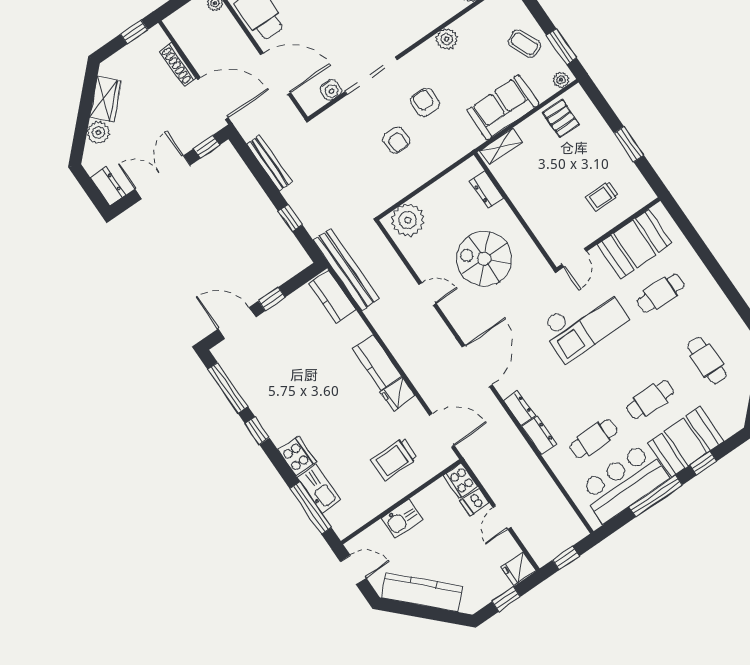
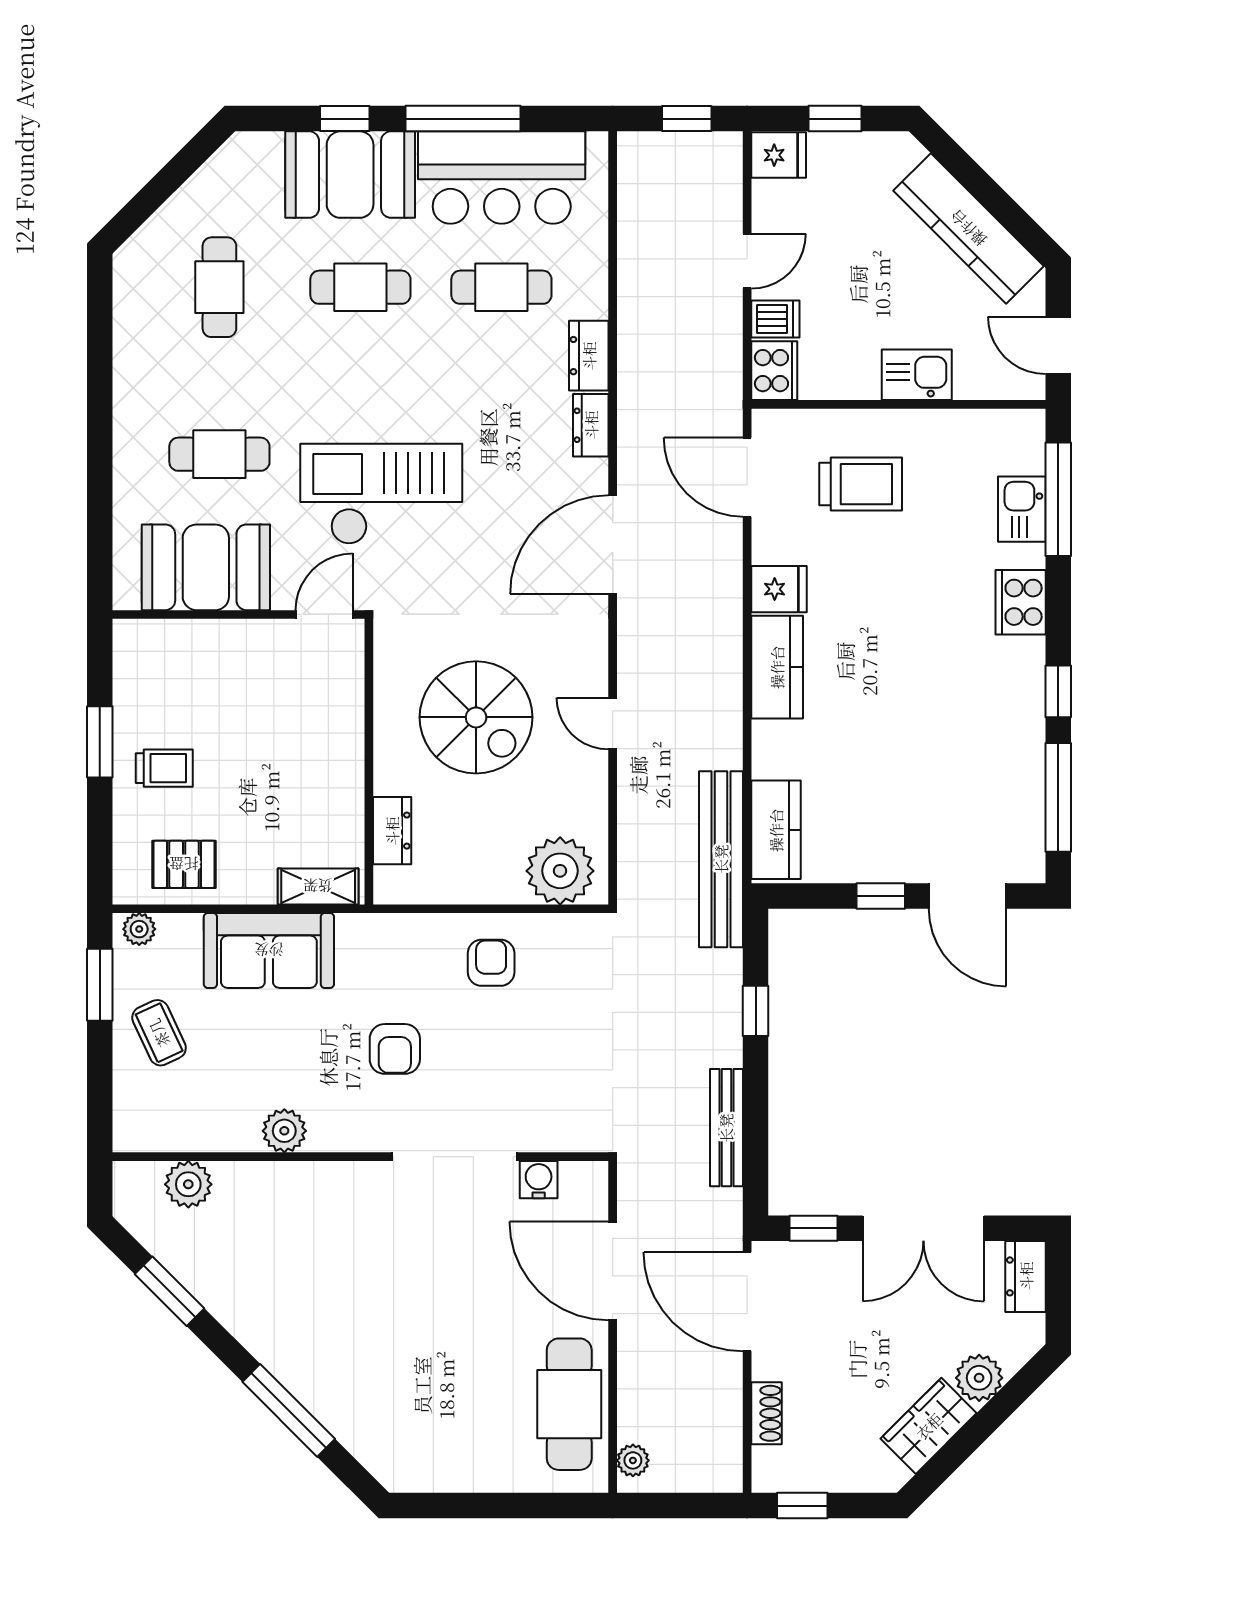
shoe rack: (178, 64) -> (766, 1413), width x0.70
pallet: (561, 118) -> (184, 864), turned 90
armchair: (396, 140) -> (491, 963), moved
trolley: (602, 196) -> (164, 768), moved
kitchen sink: (319, 489) -> (1022, 509), width x0.73

